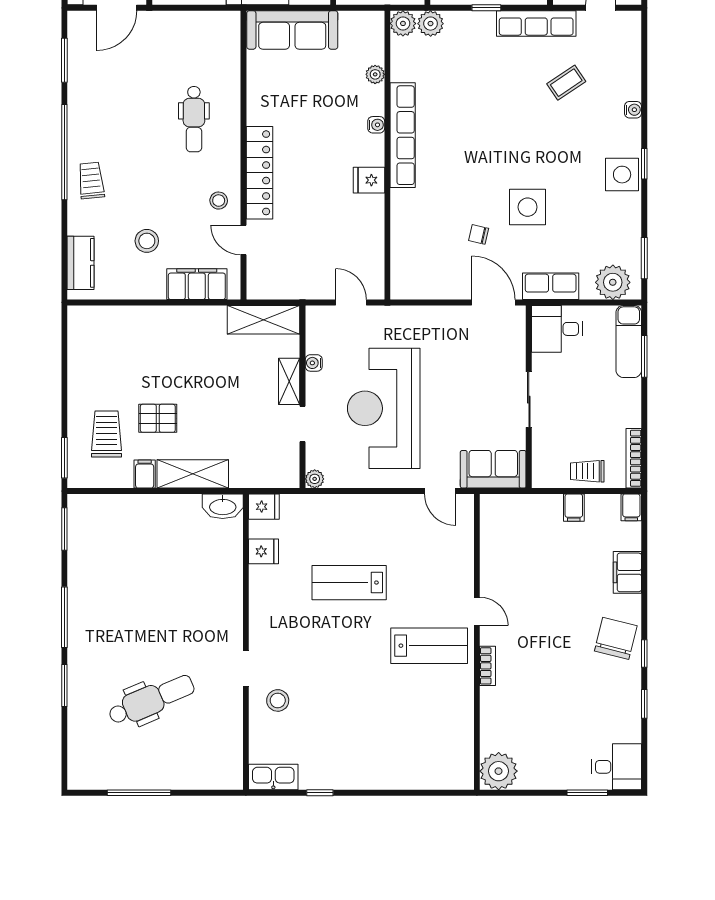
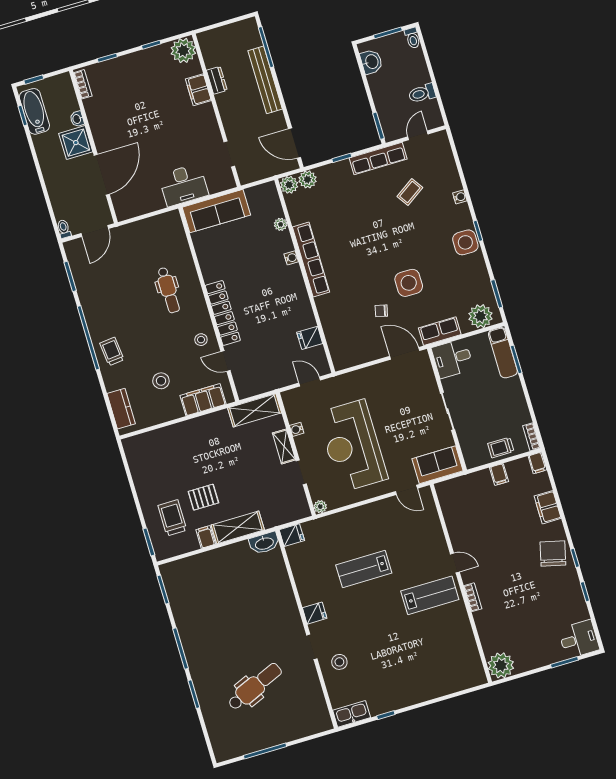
fridge: (369, 180) -> (310, 338), moved
bookcase: (634, 458) -> (531, 437), width x0.64
fridge: (264, 551) -> (315, 613), moved

